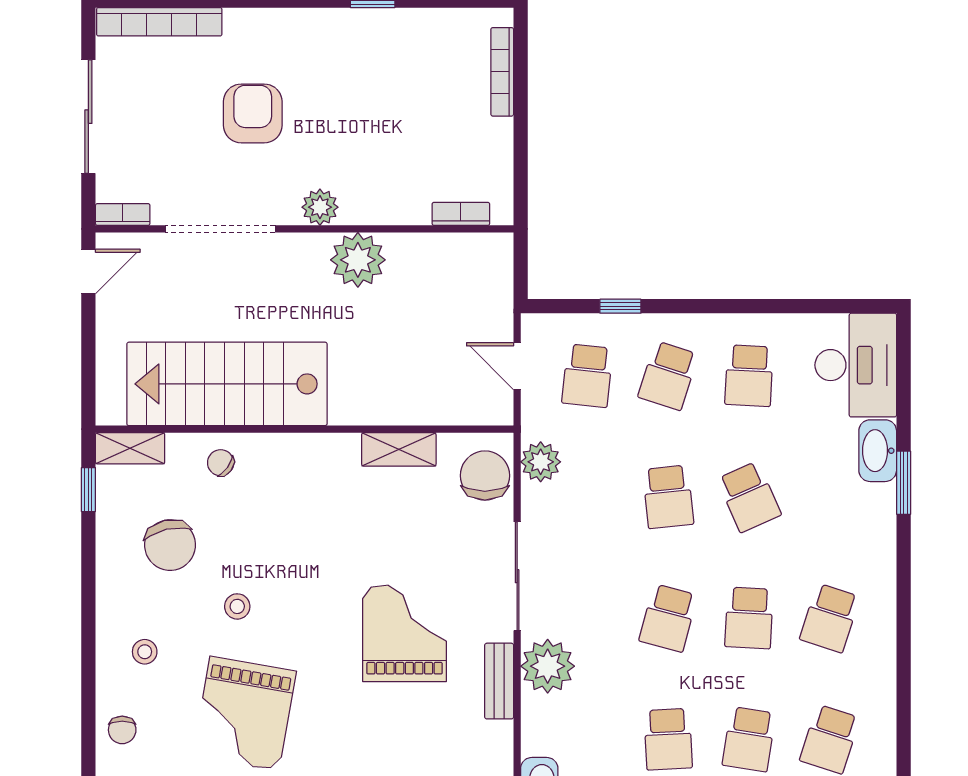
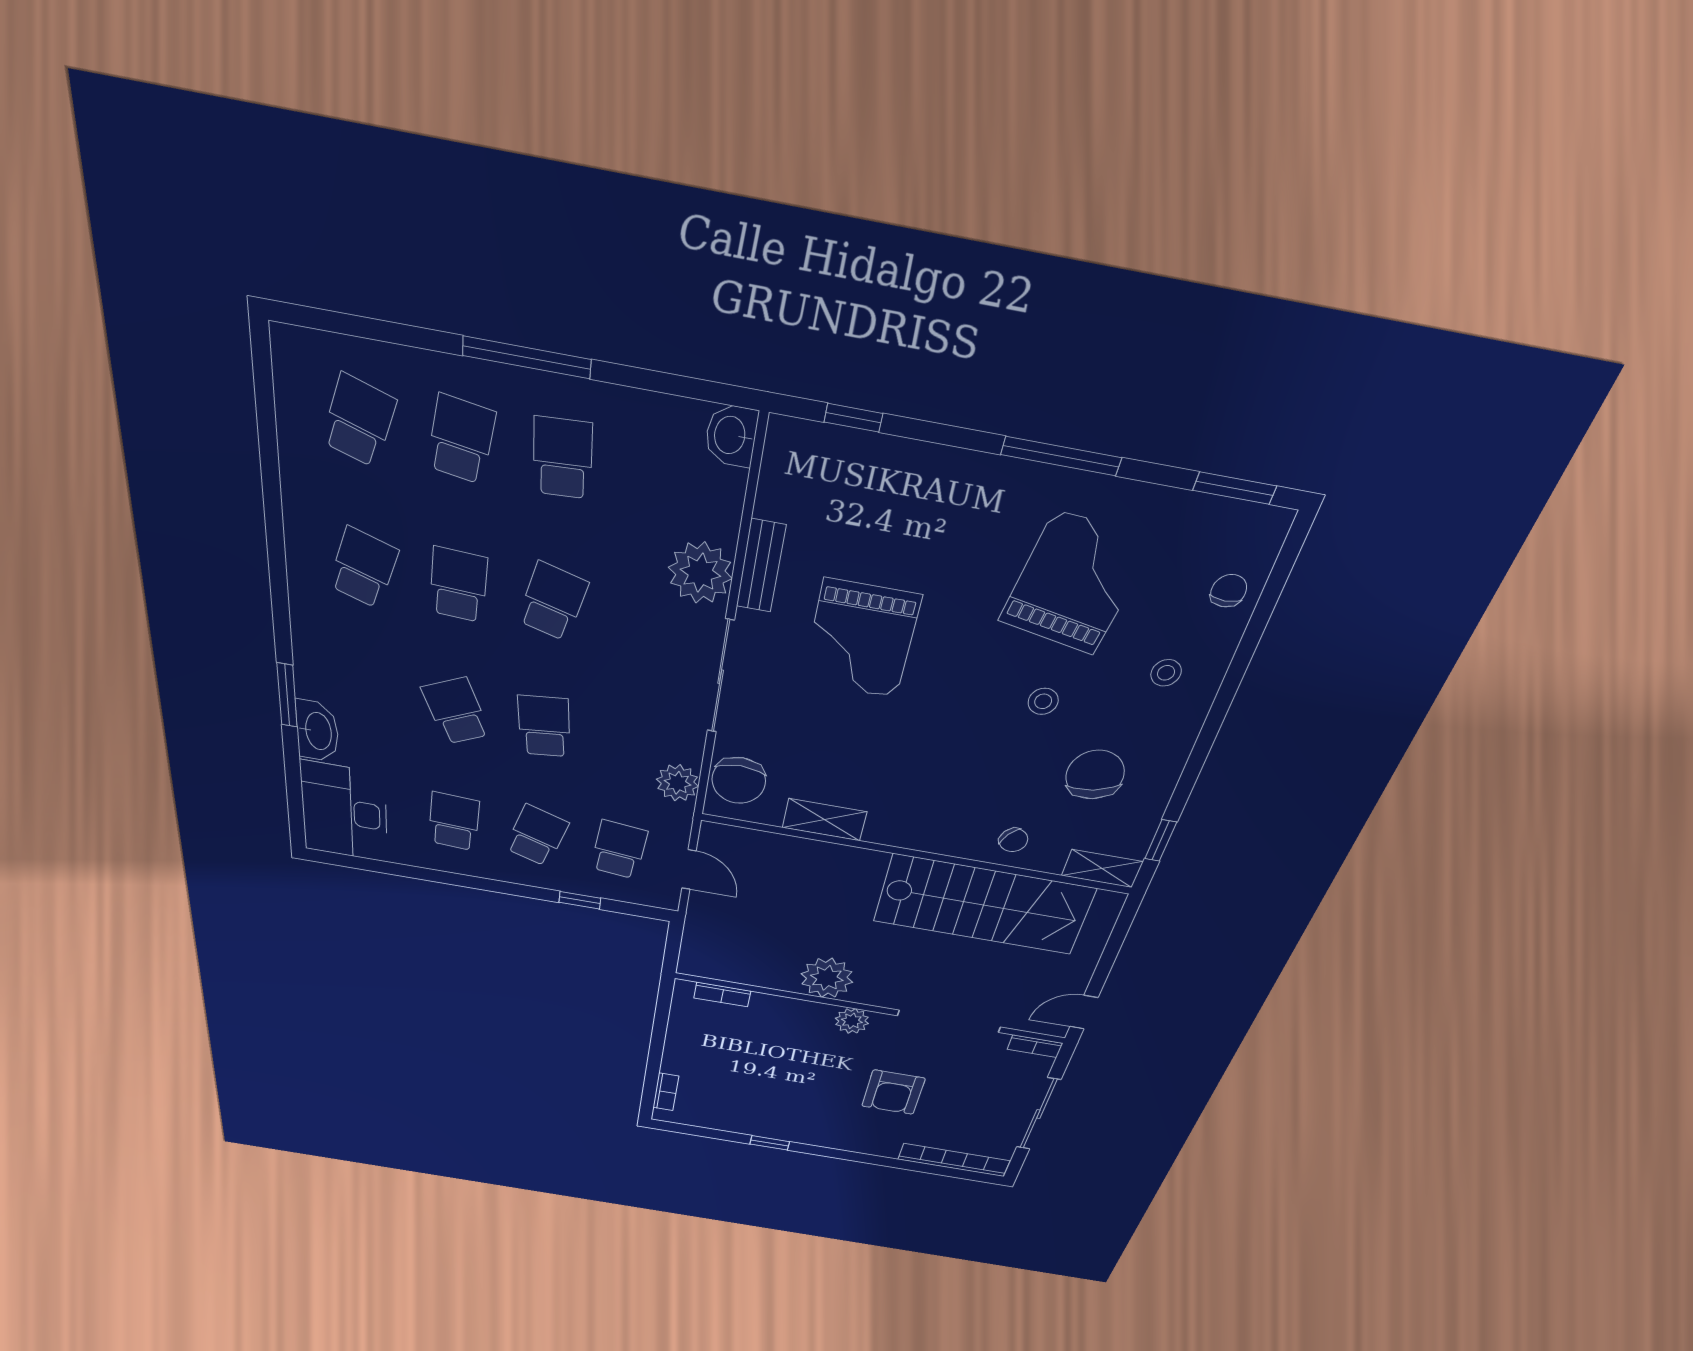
bookcase: (502, 72) -> (666, 1092), width x0.64

